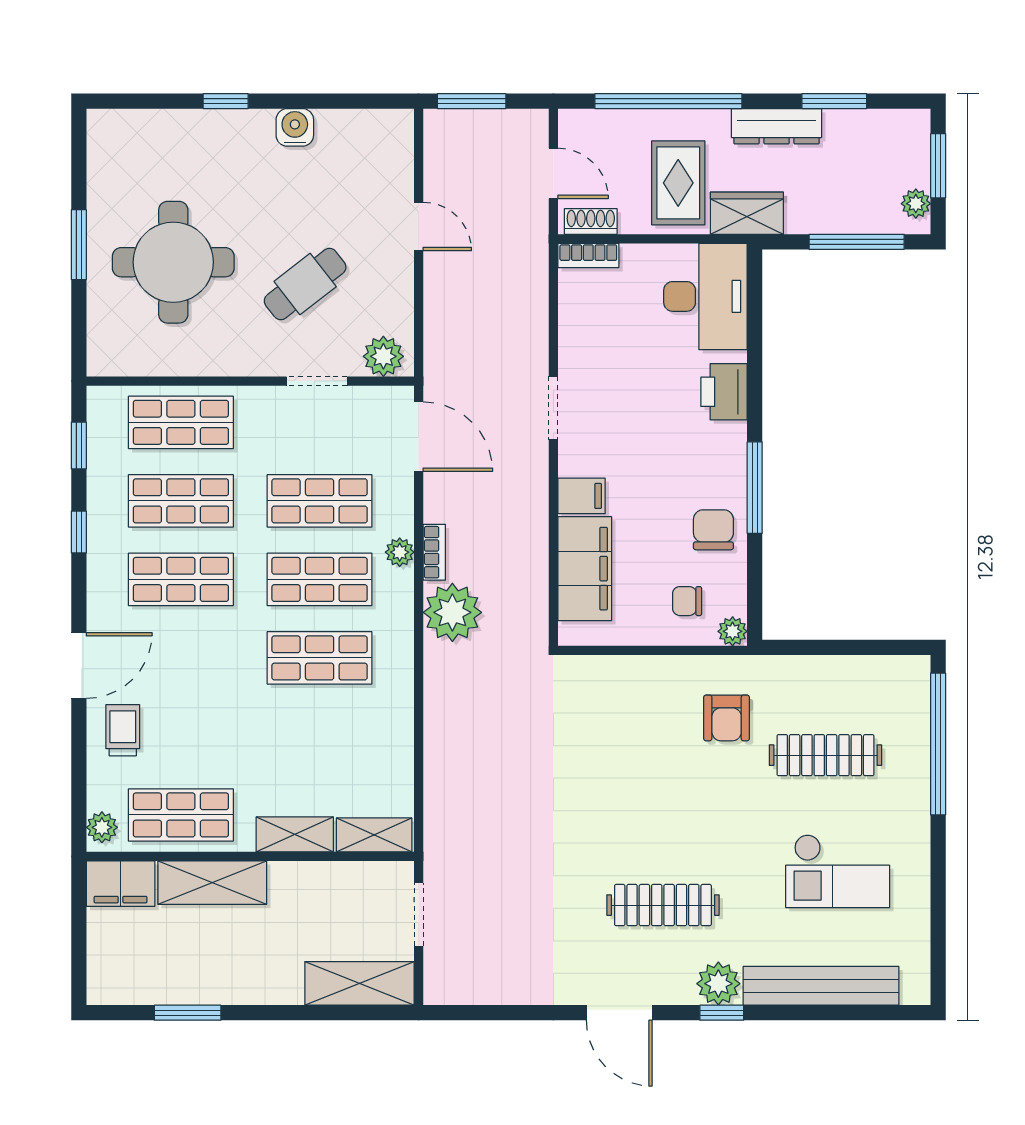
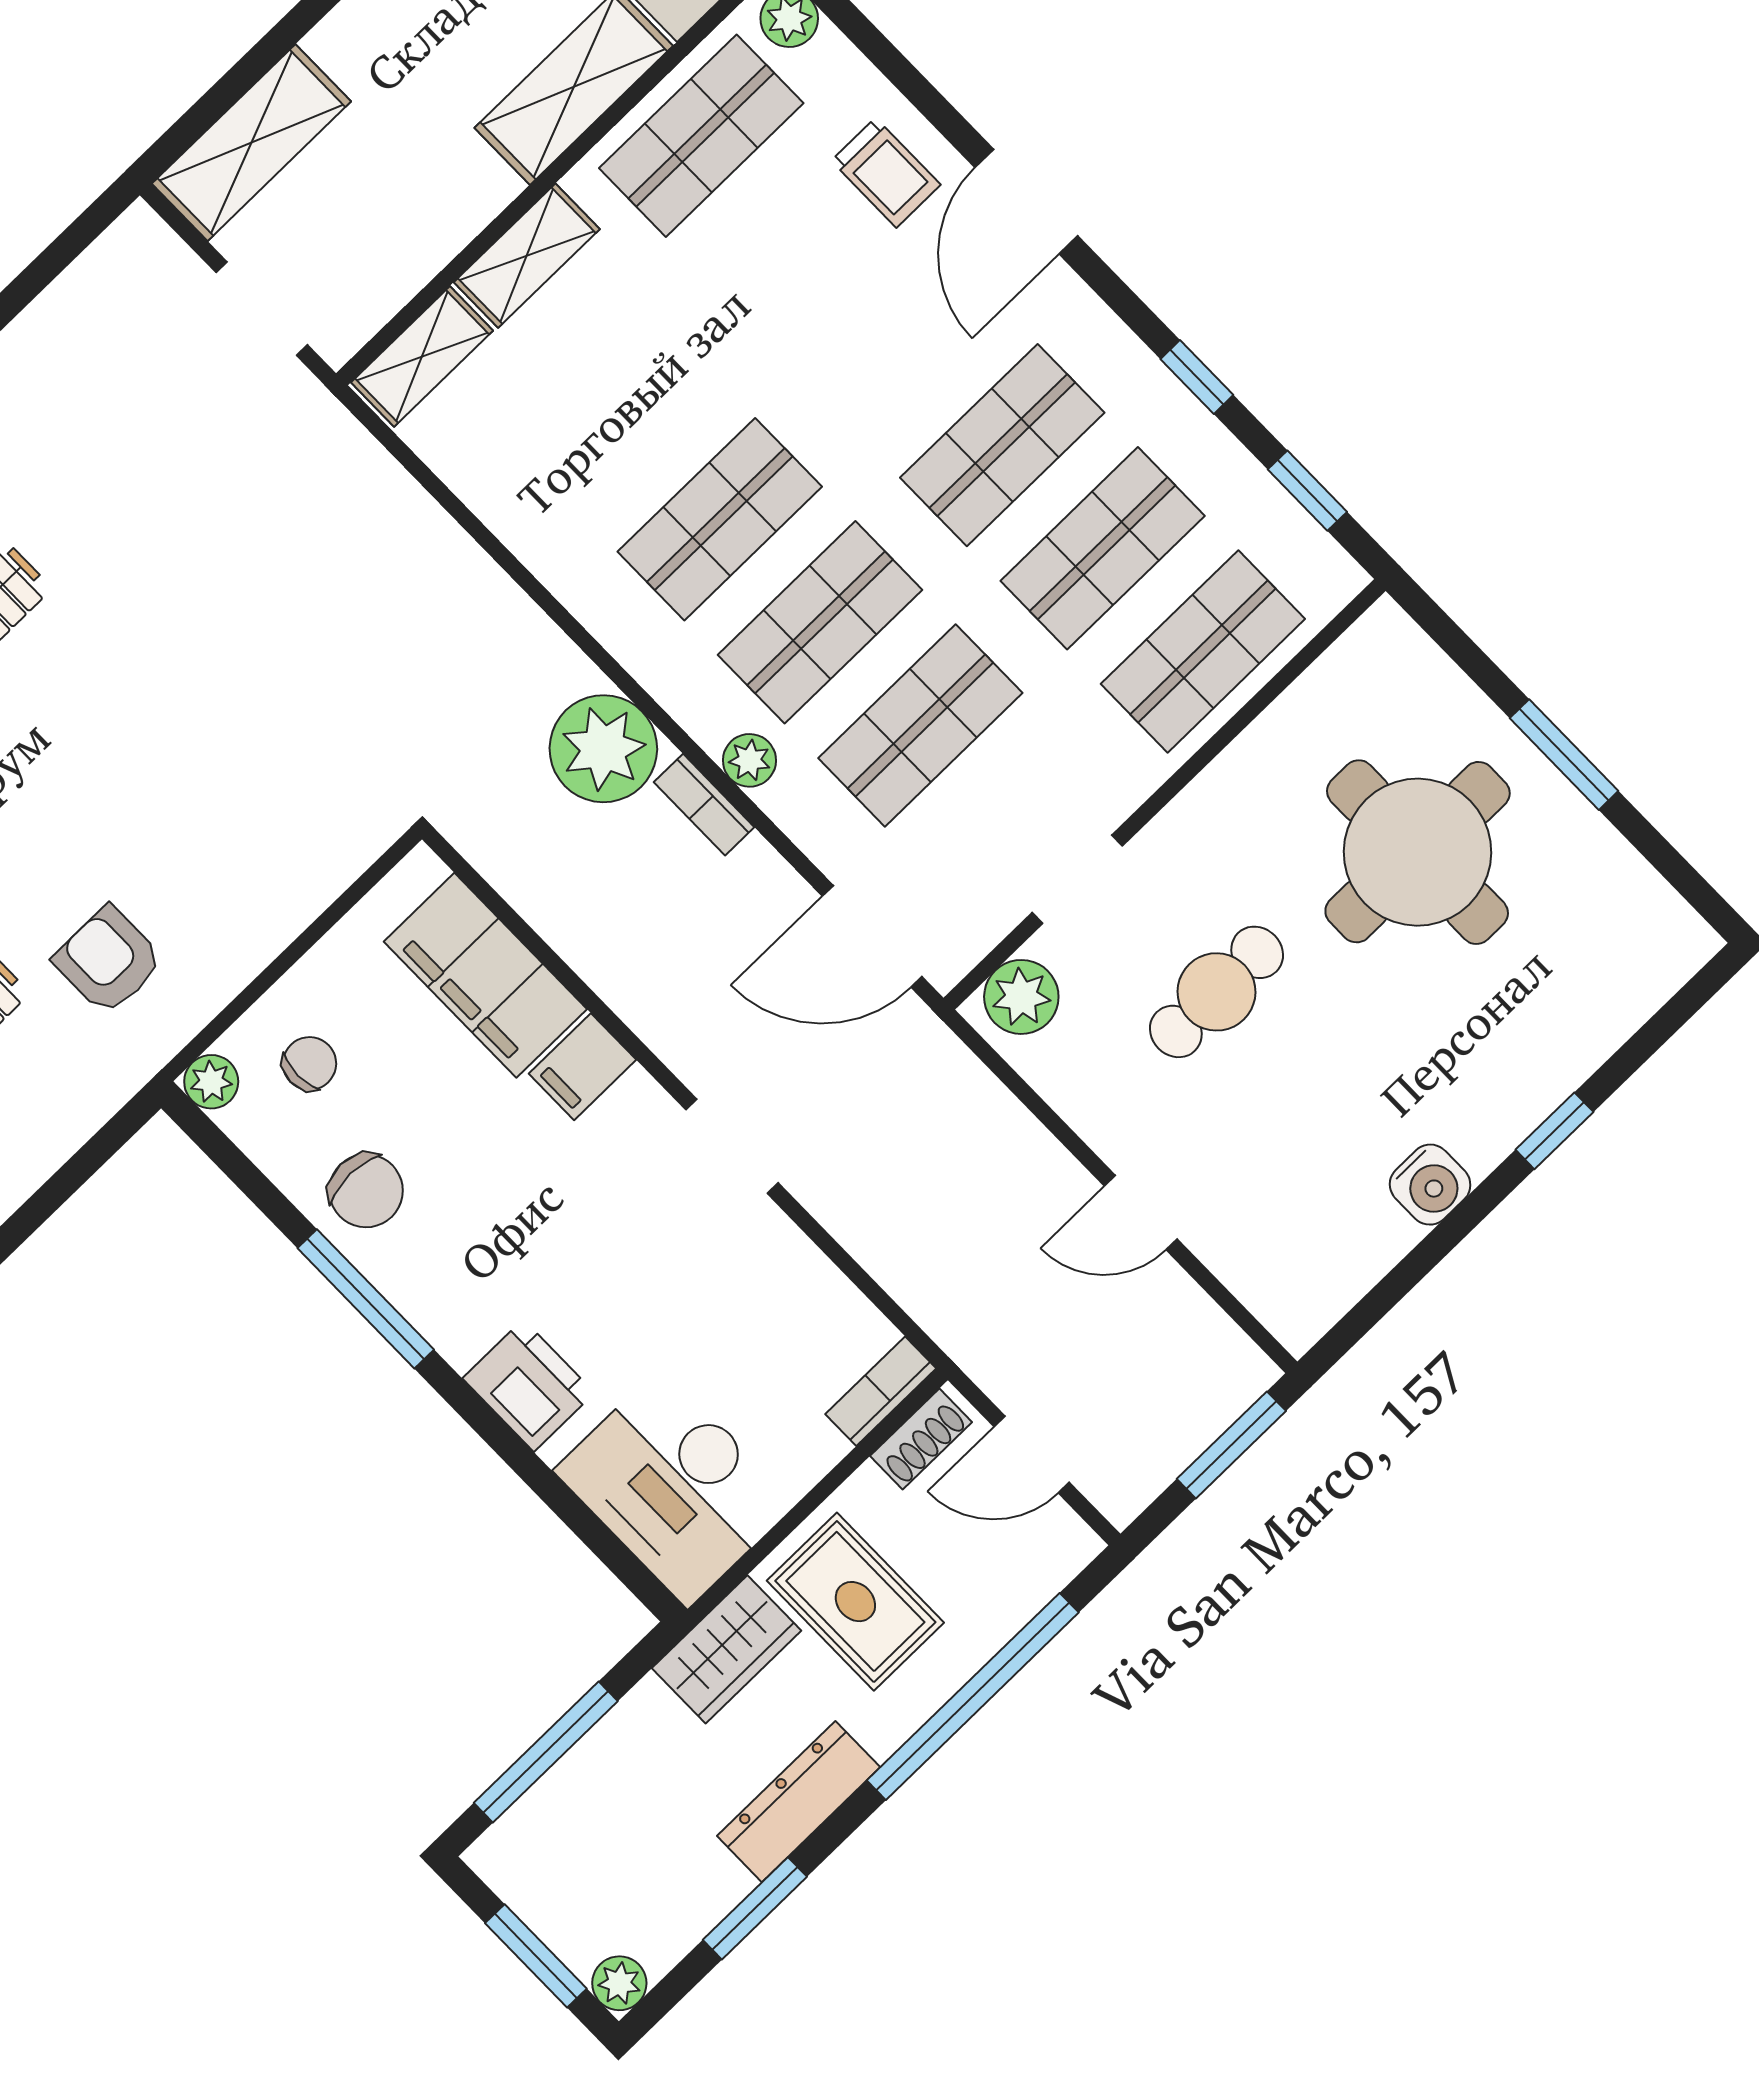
plant: (916, 204) -> (619, 1983), moved
cafe table: (305, 284) -> (1216, 992), turned 38

